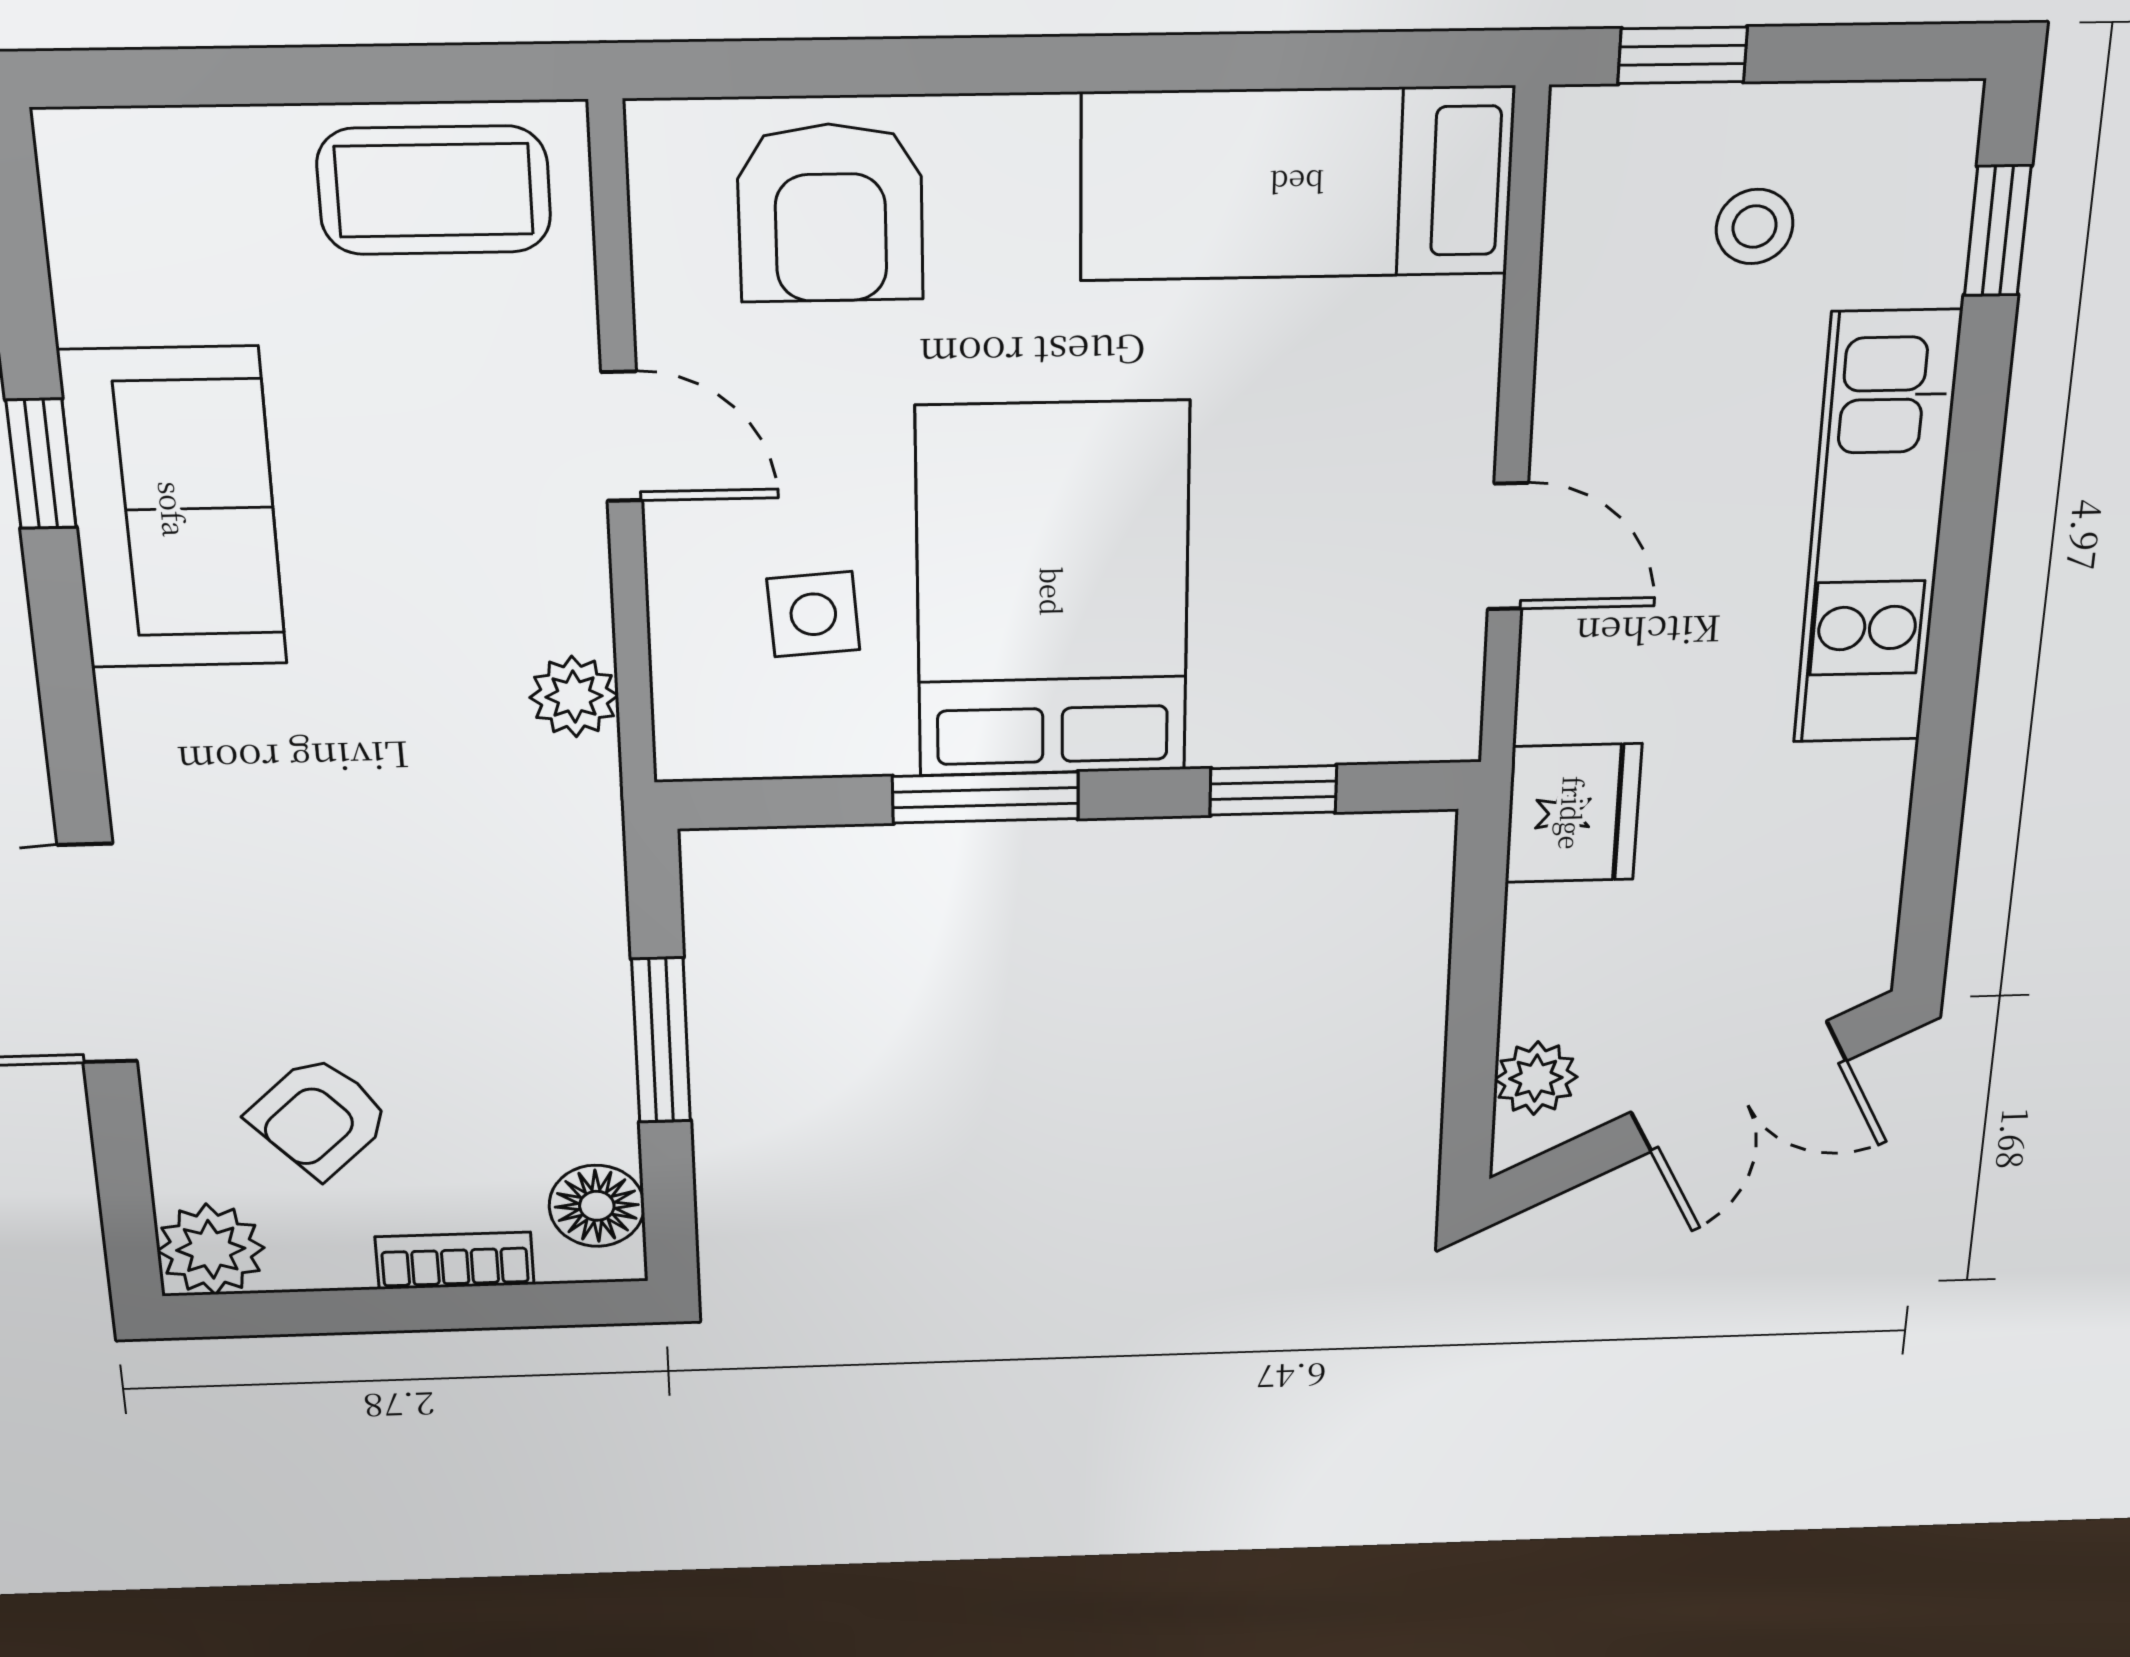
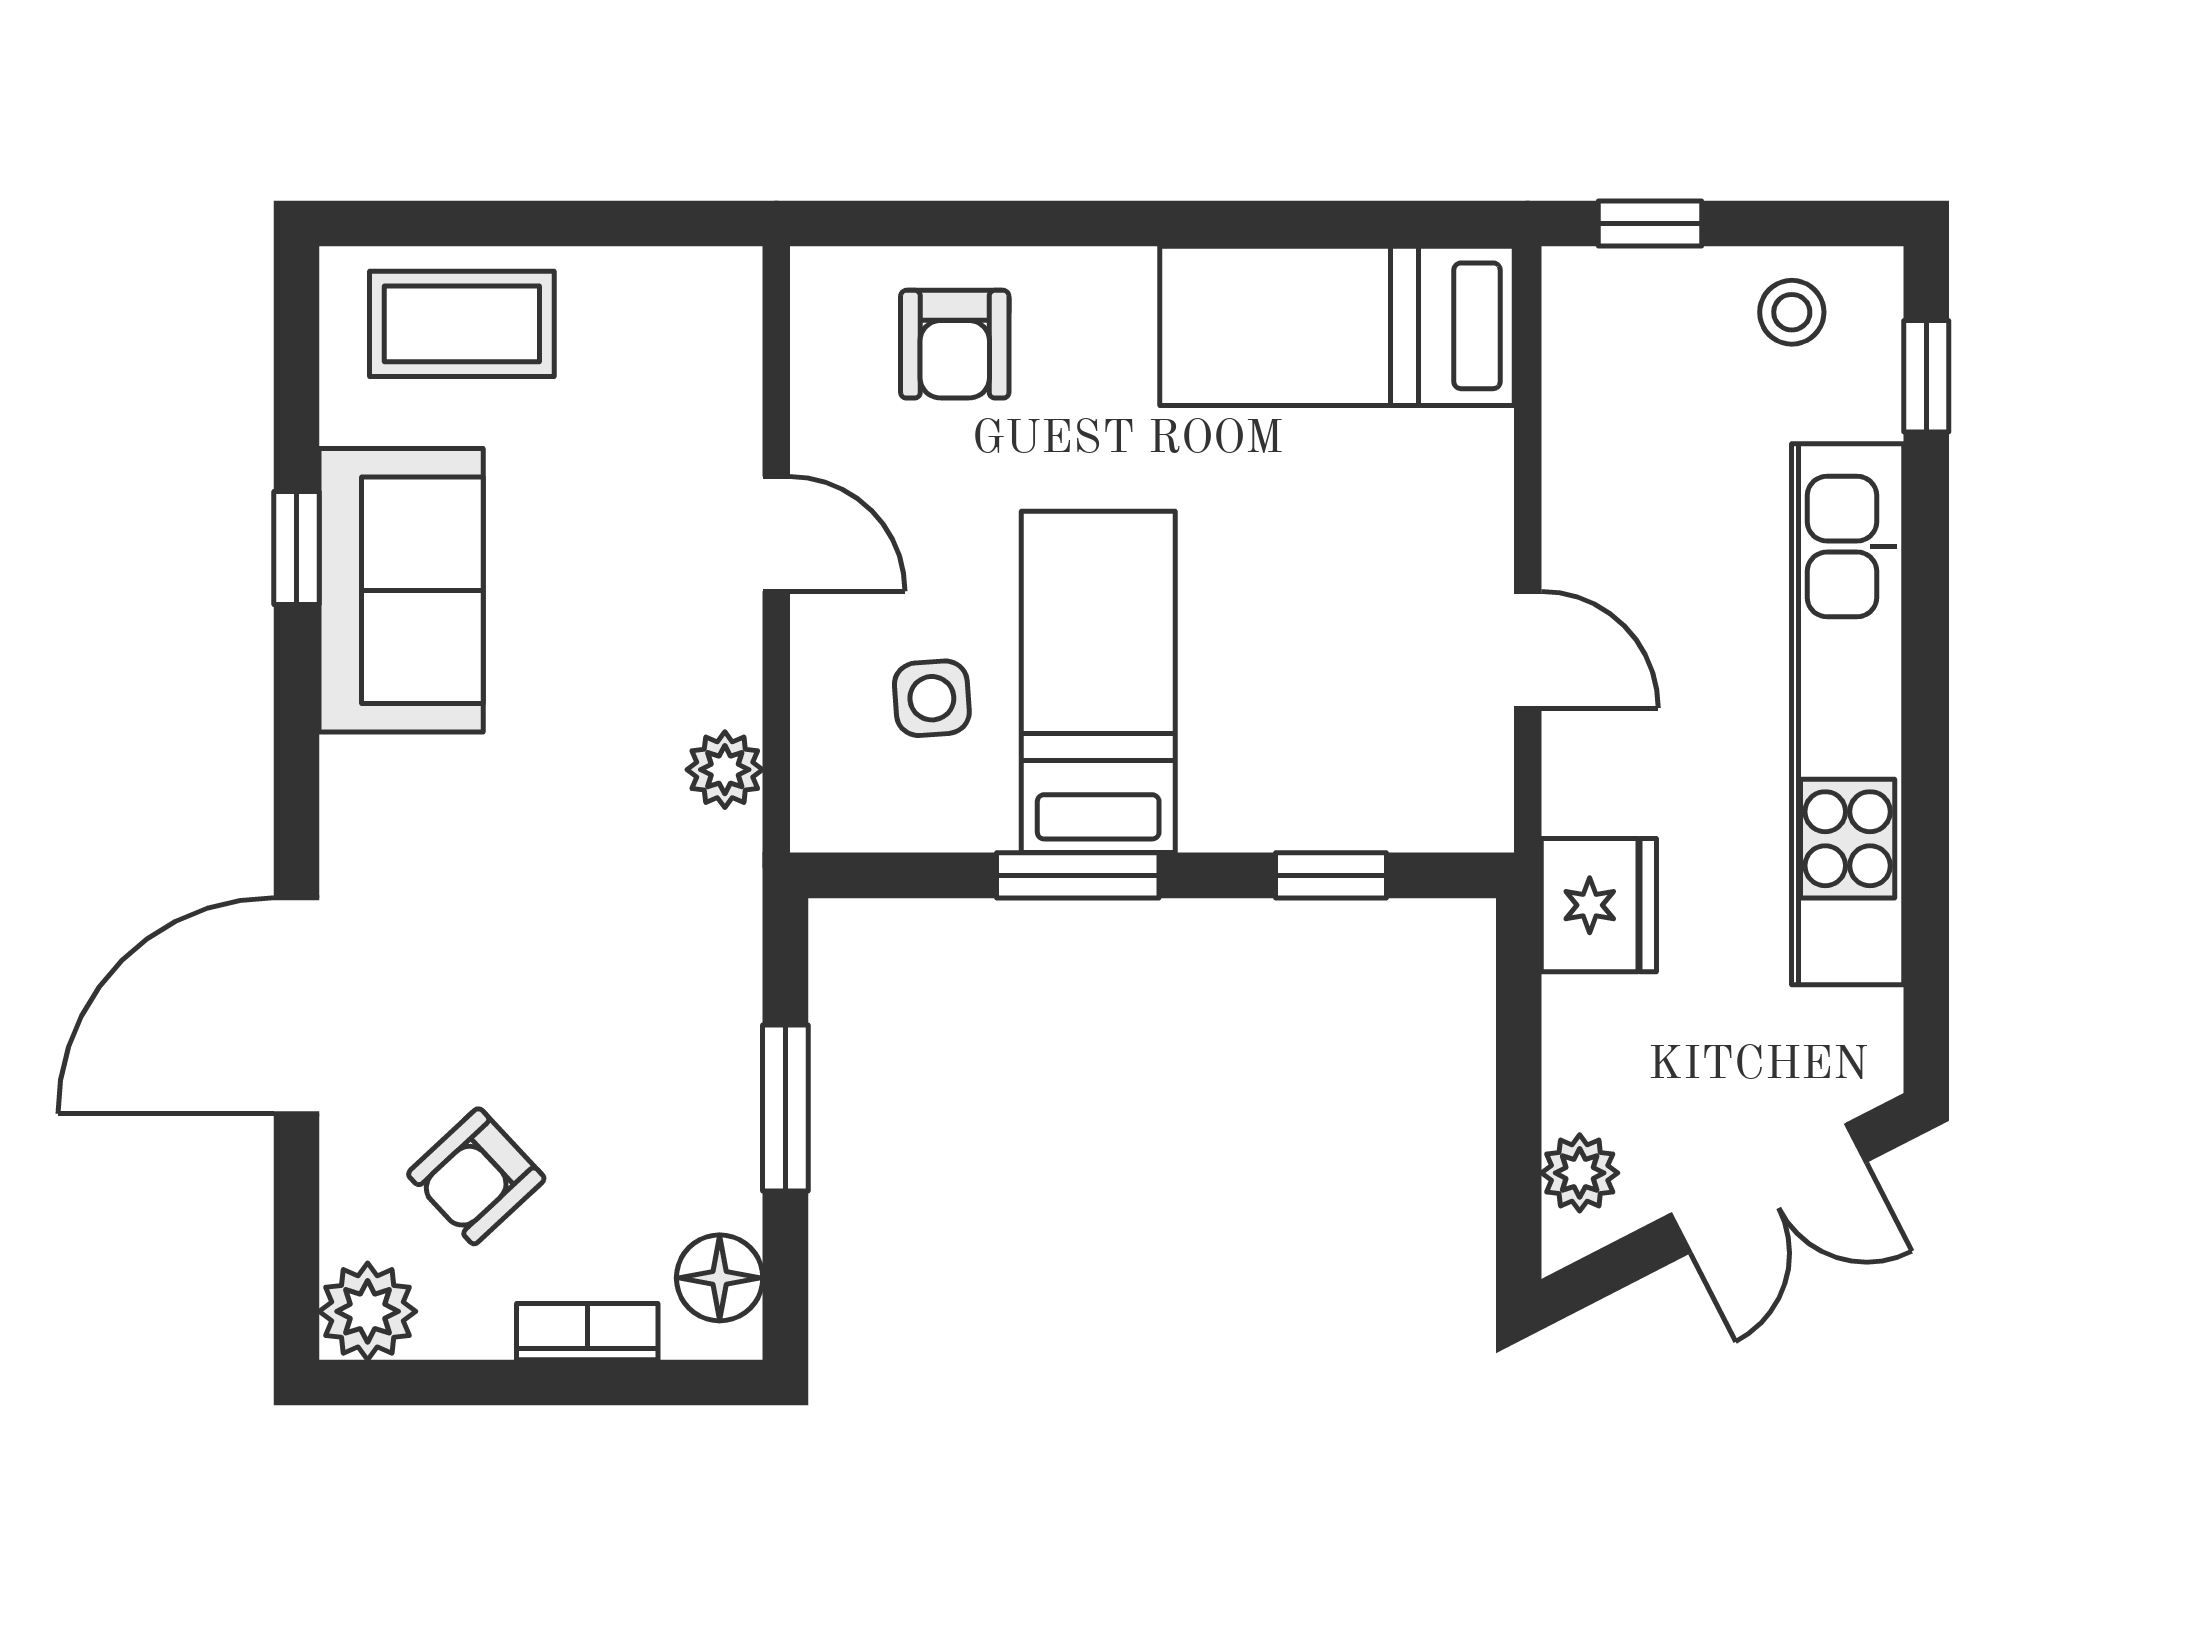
coffee table: (434, 190) -> (462, 324), moved
armchair: (830, 213) -> (955, 344), width x0.72, depth x0.72
stool: (1755, 227) -> (1792, 312), moved
kitchen unit: (1876, 530) -> (1848, 714), width x1.36
bed: (1053, 591) -> (1098, 682), width x0.67

